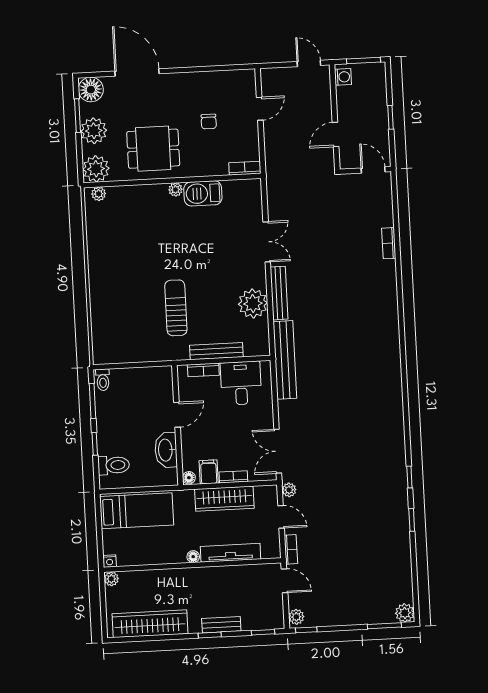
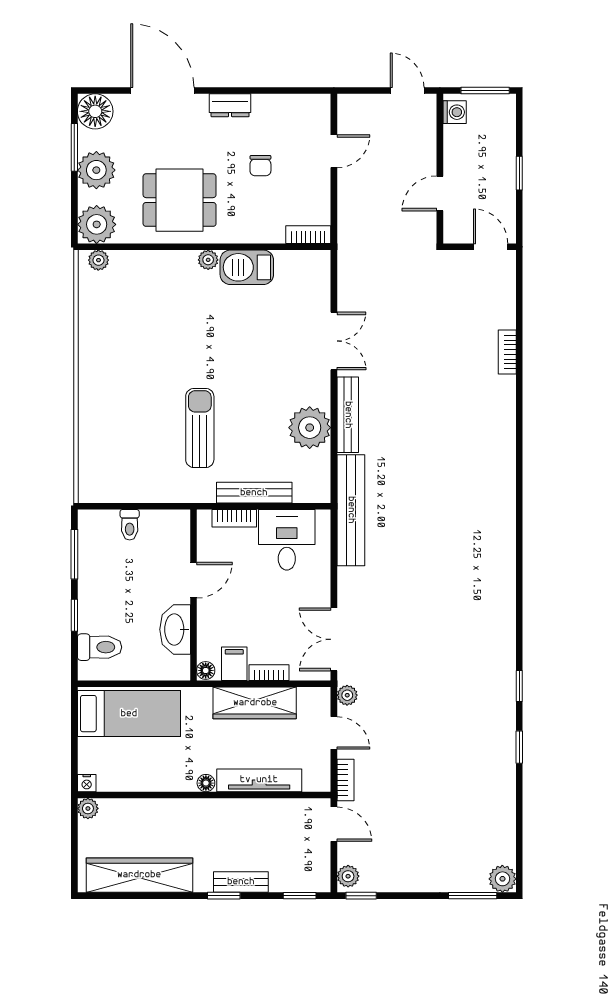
dresser: (185, 80) -> (230, 105), added
toilet: (103, 380) -> (130, 525), moved

